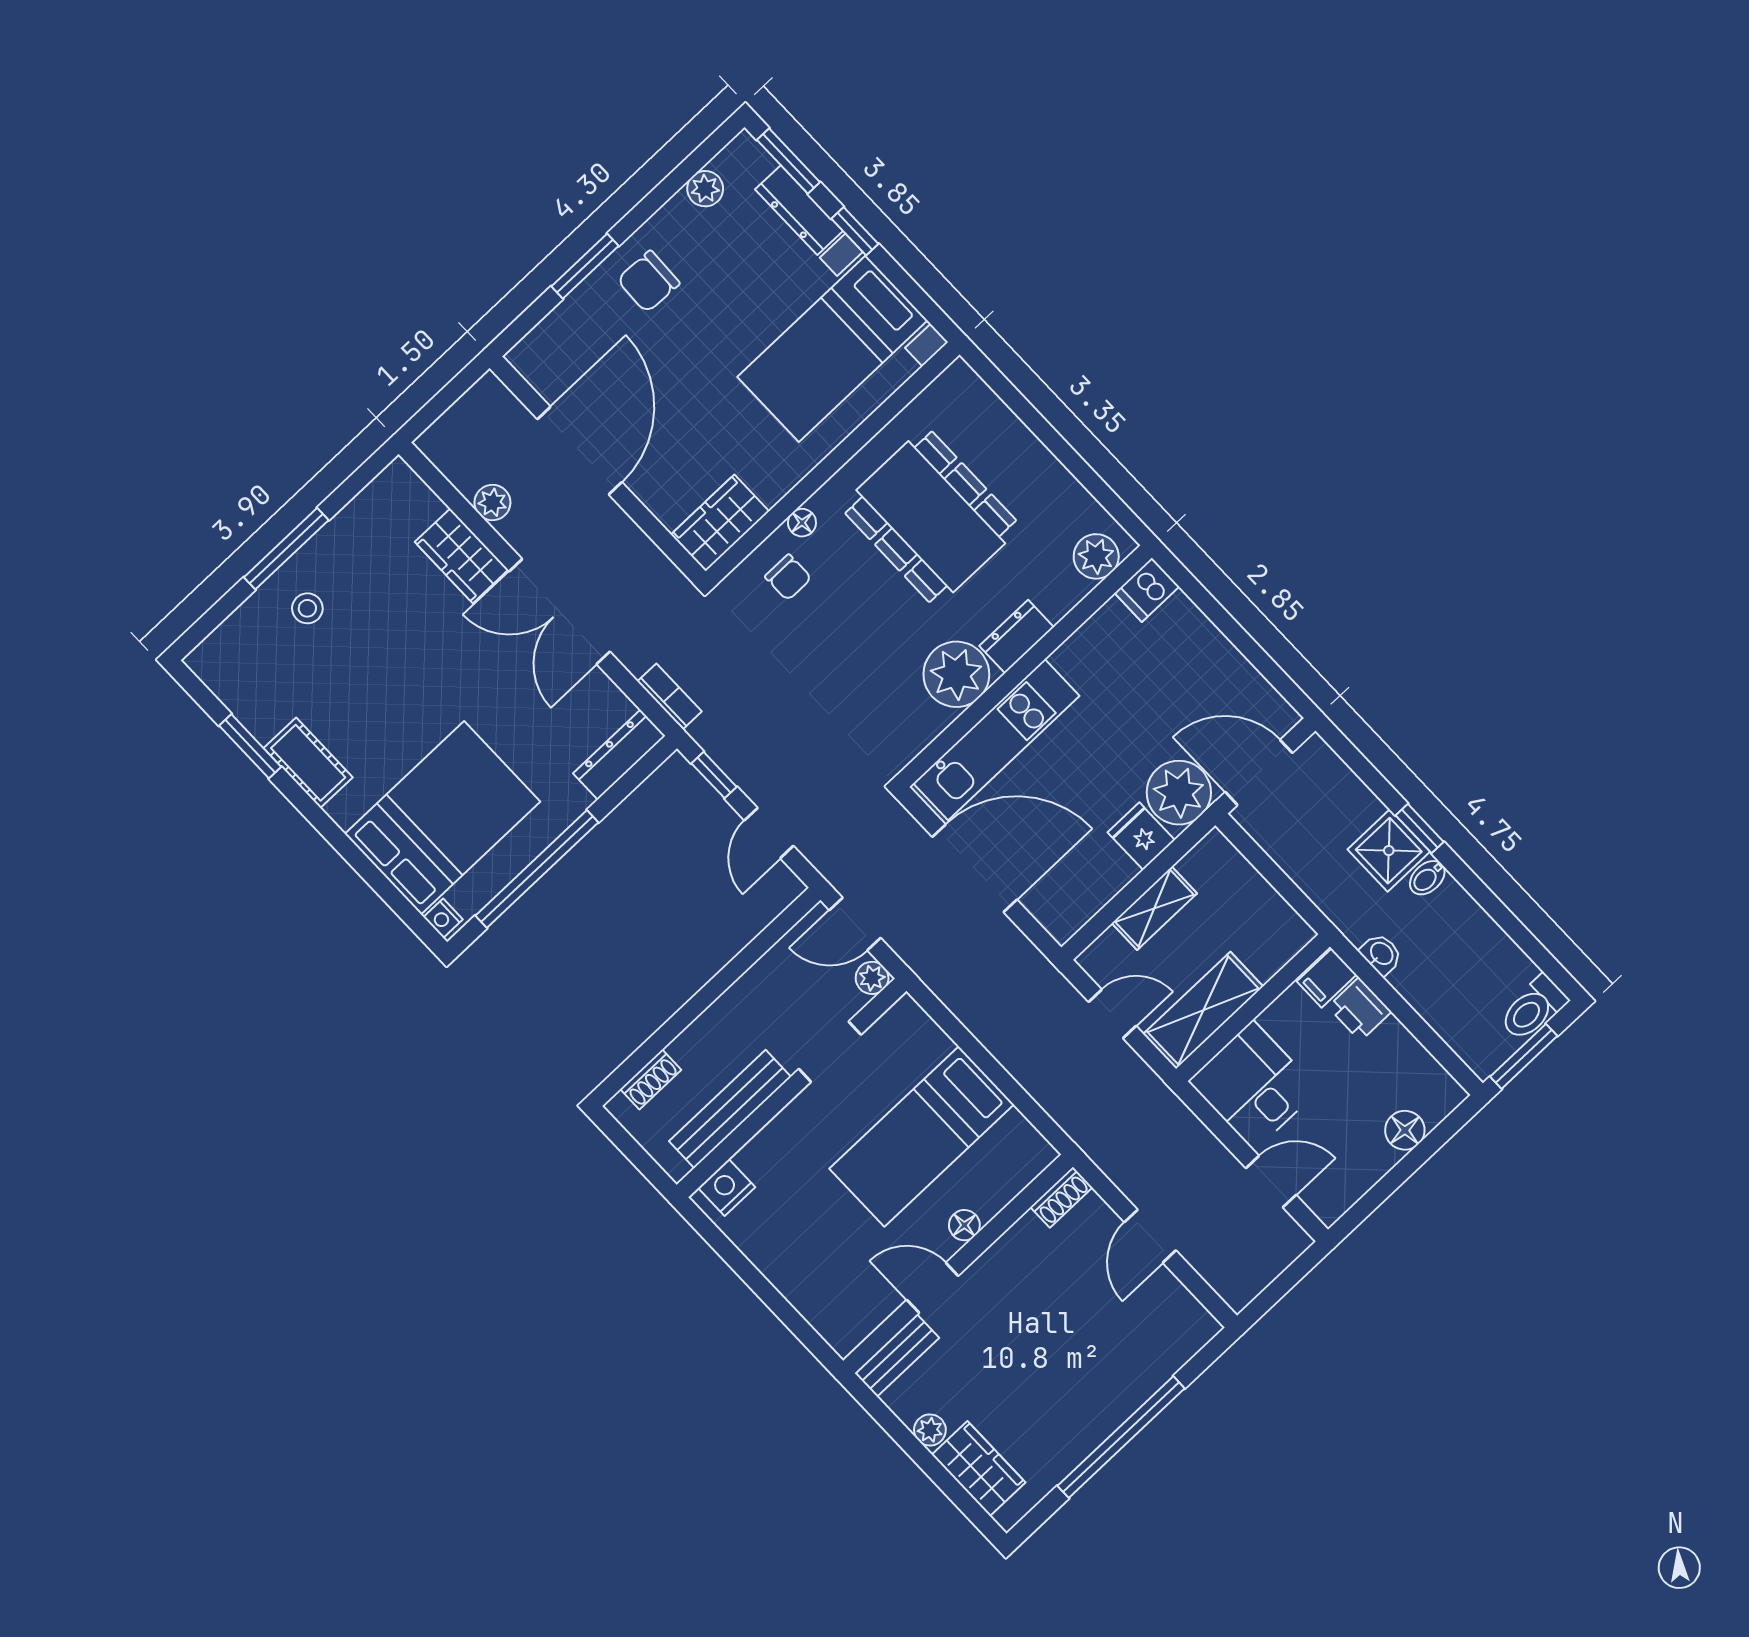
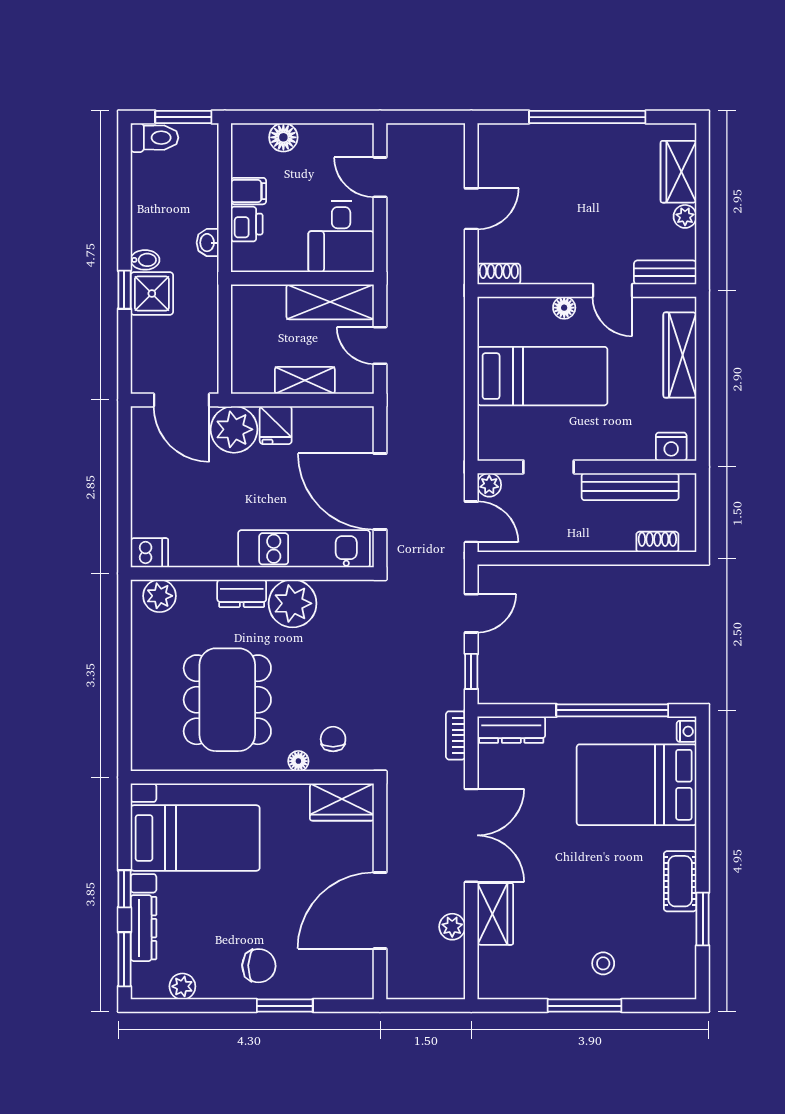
filing cabinet: (1327, 978) -> (249, 191), moved
wardrobe: (804, 1287) -> (680, 355), added

